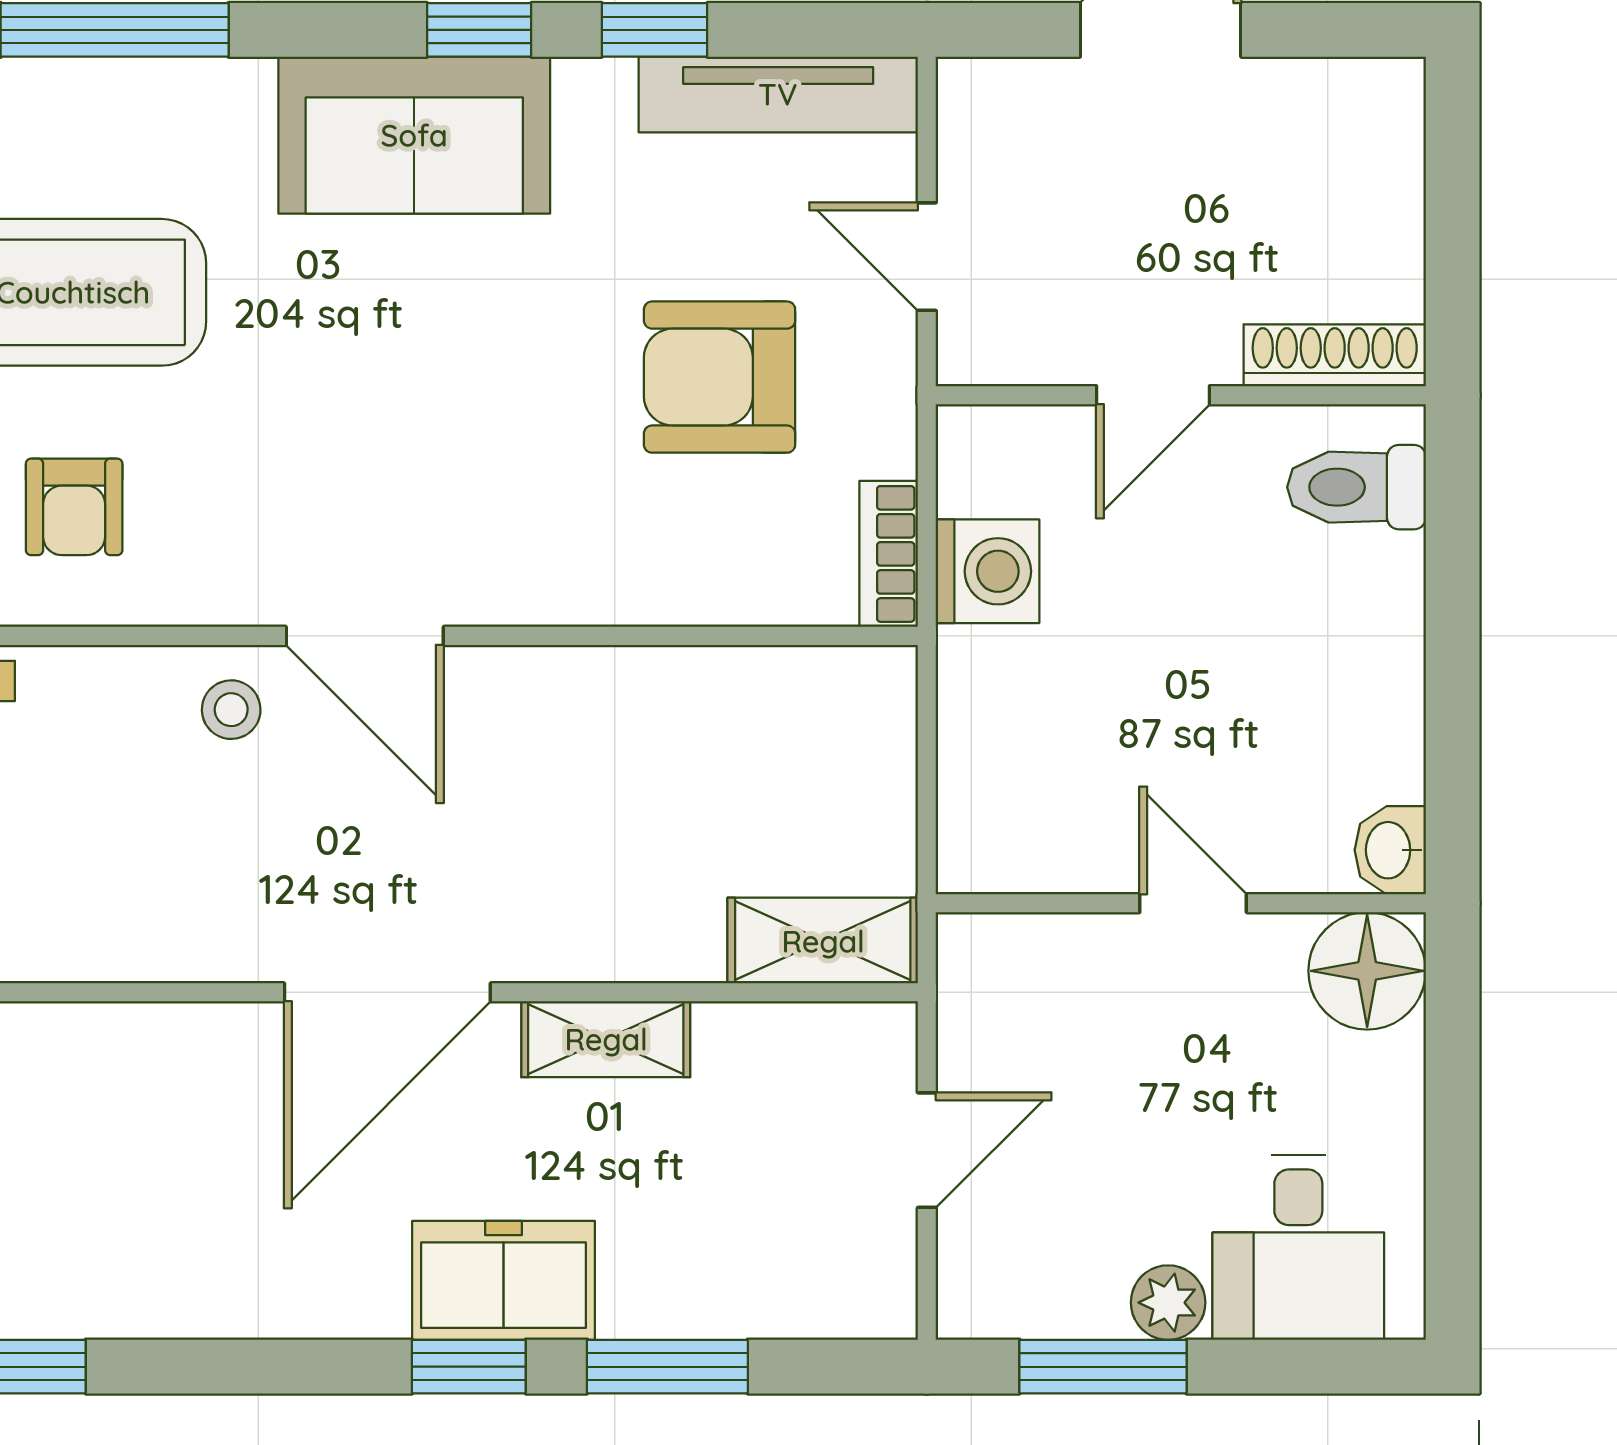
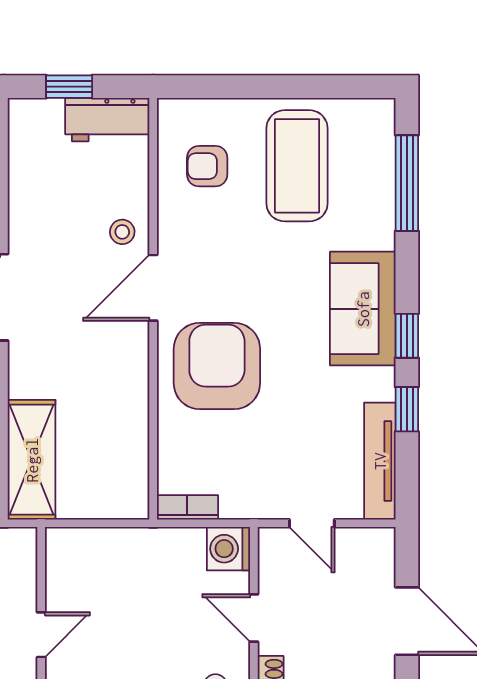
door: (927, 257) -> (312, 523), swing flipped
armchair: (720, 377) -> (217, 366), moved, width x1.36, depth x1.36
washing machine: (988, 571) -> (228, 549), moved, turned 90
shelving: (823, 941) -> (32, 460), width x1.50, depth x1.33

